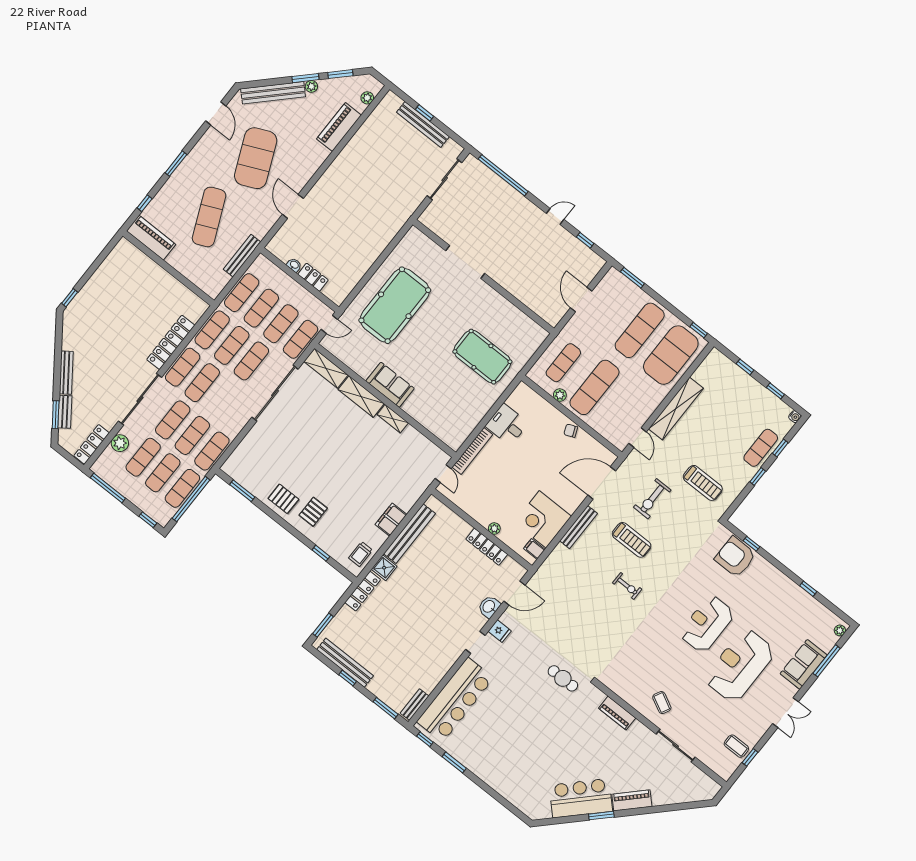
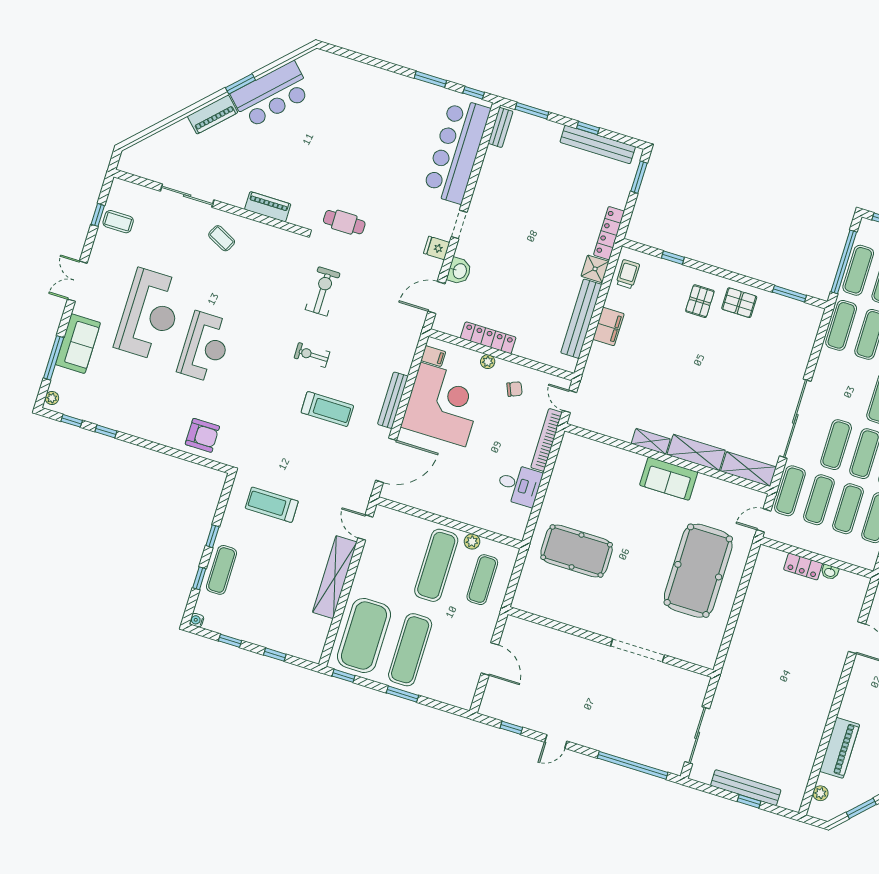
window: (632, 278) -> (402, 694), moved
chair: (571, 431) -> (514, 389), moved
exercise bike: (652, 499) -> (323, 291), moved
corner desk: (543, 519) -> (443, 405), width x1.36, depth x1.36
treadmill: (632, 540) -> (327, 409), turned 180
window: (752, 544) -> (72, 421), moved
armchair: (735, 557) -> (202, 435), width x0.73, depth x0.73

